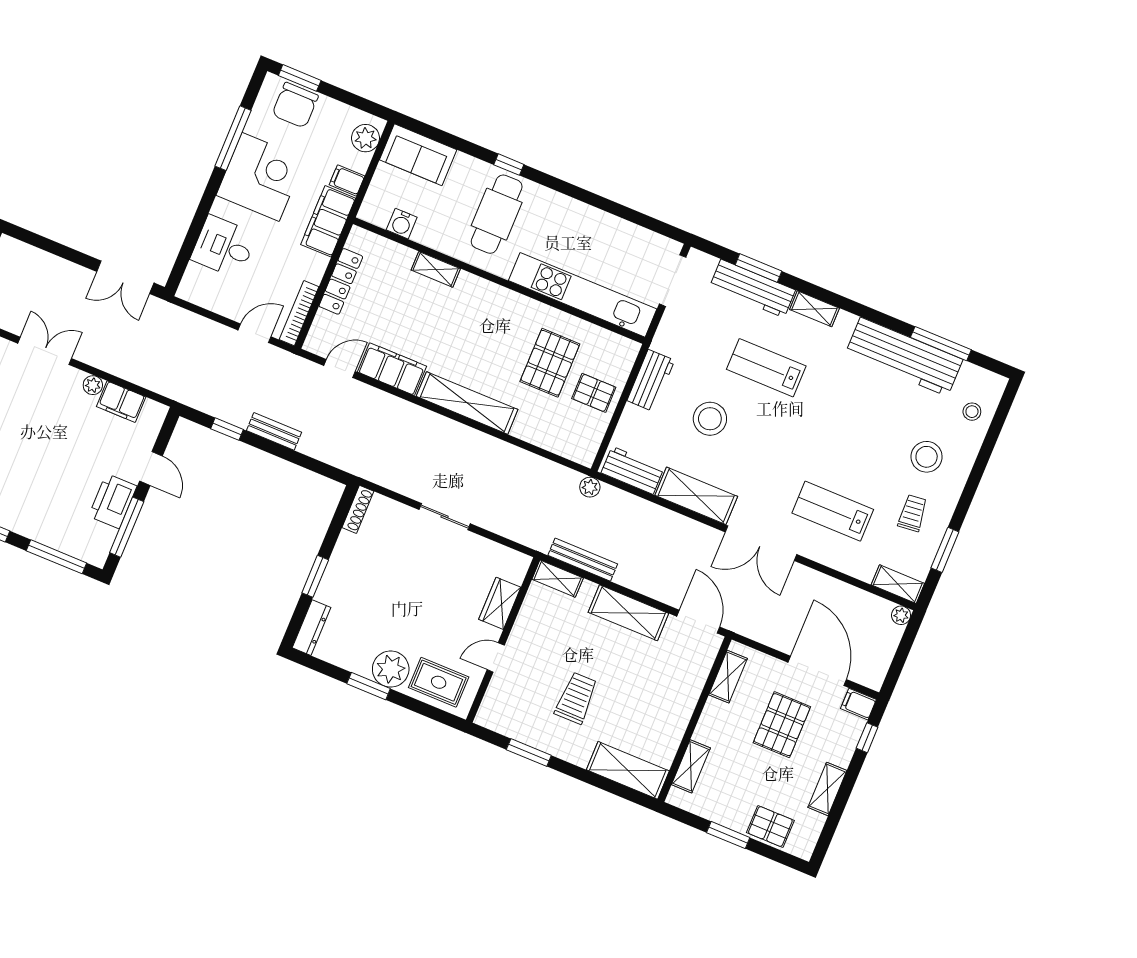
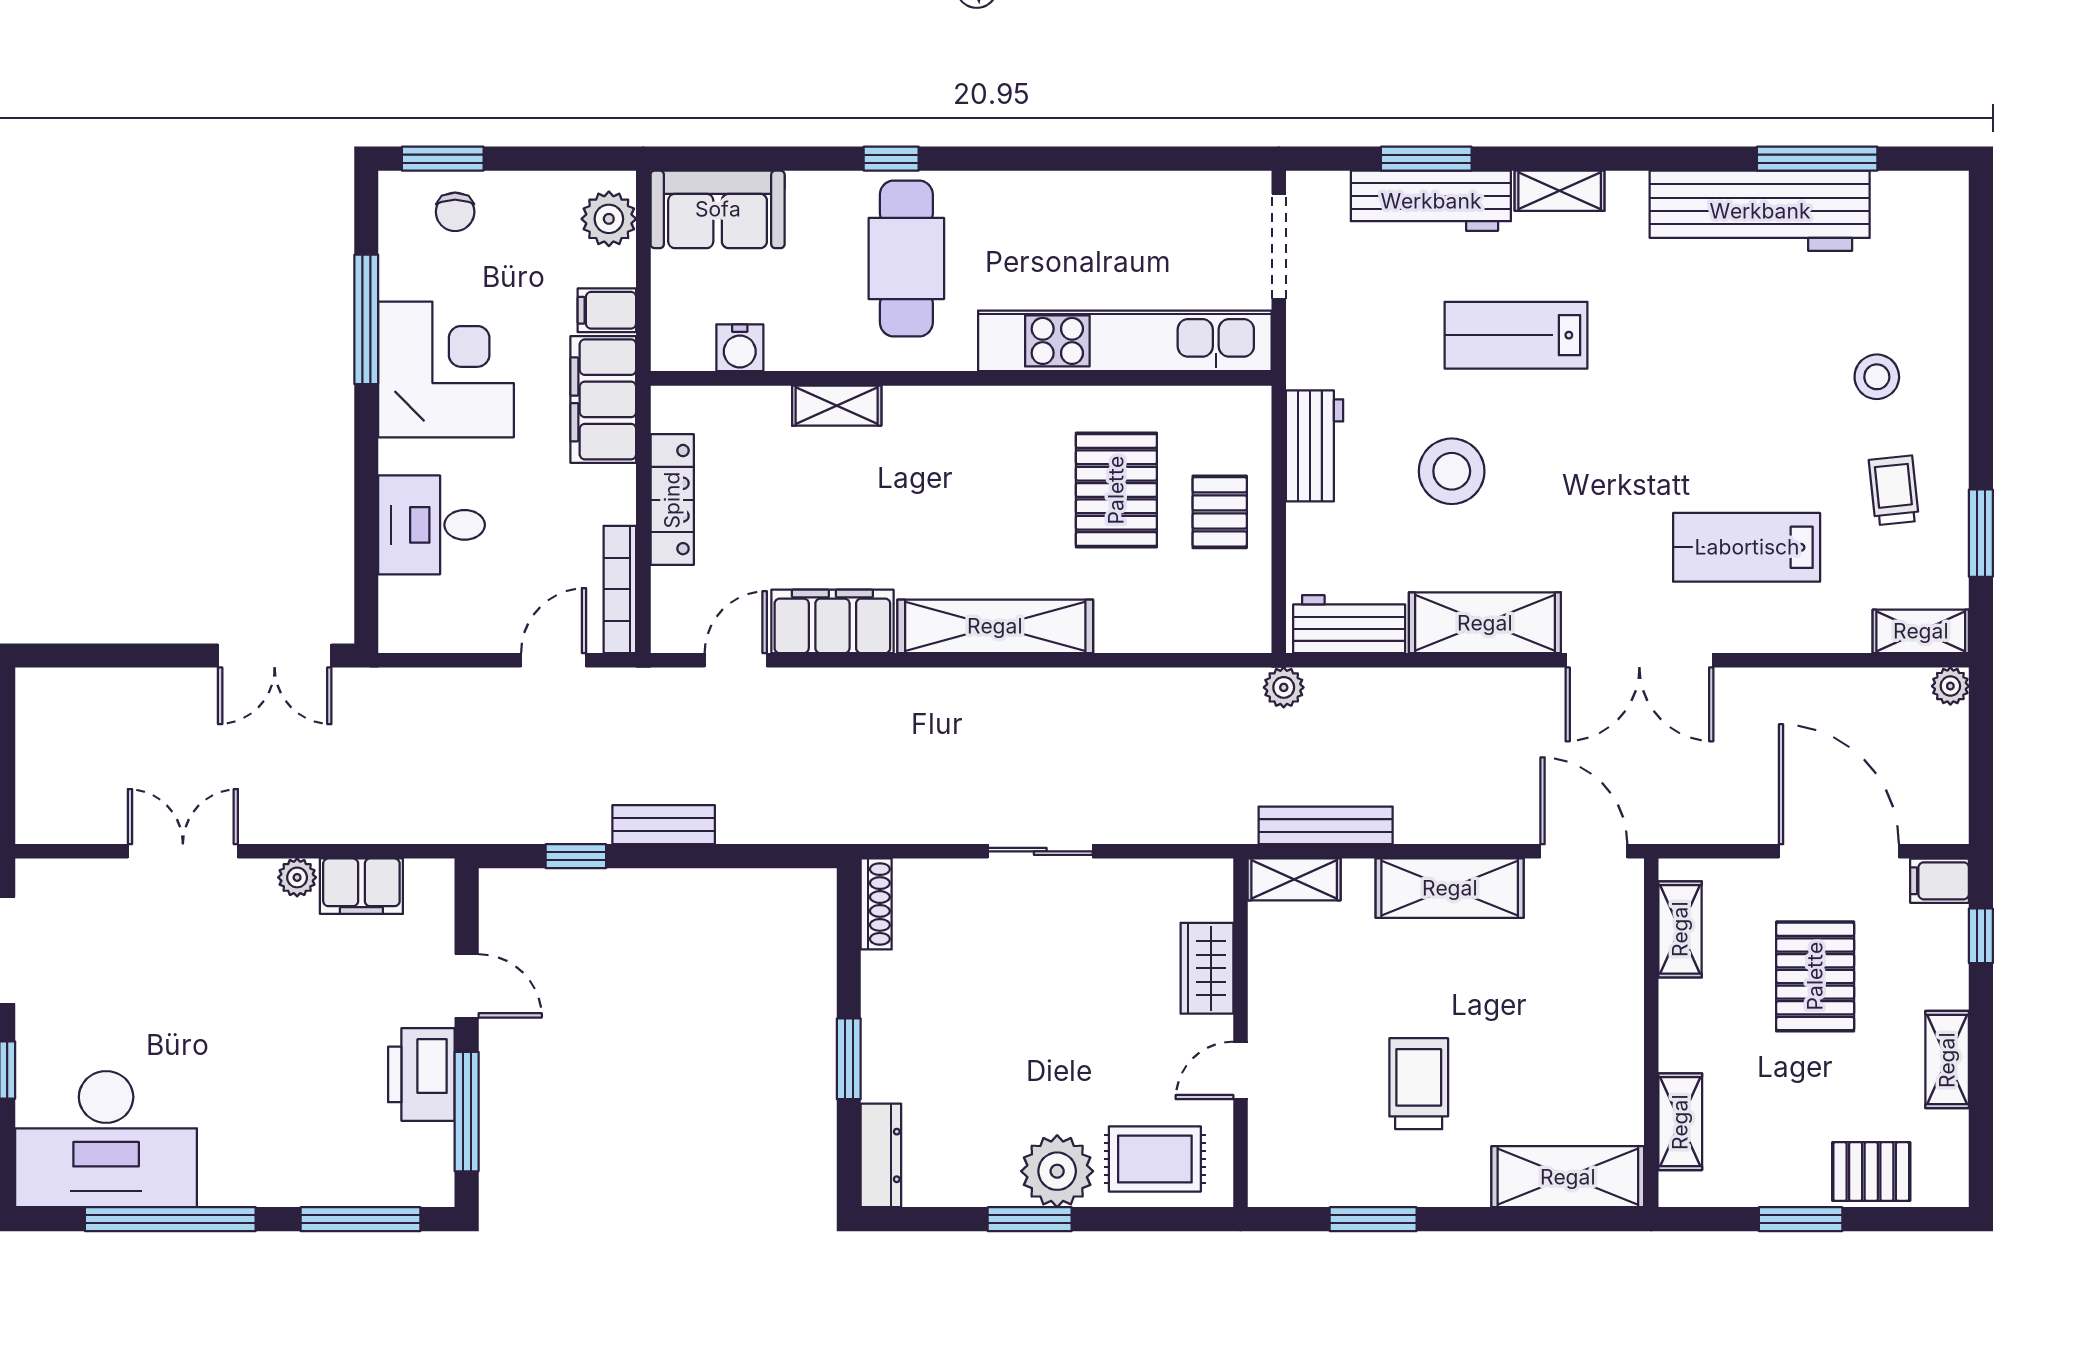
chair: (295, 105) -> (455, 212), width x0.54, depth x0.54
pallet: (594, 393) -> (1220, 512), turned 90
stool: (972, 412) -> (1926, 260), removed
stool: (927, 457) -> (1877, 377), width x0.73, depth x0.73

